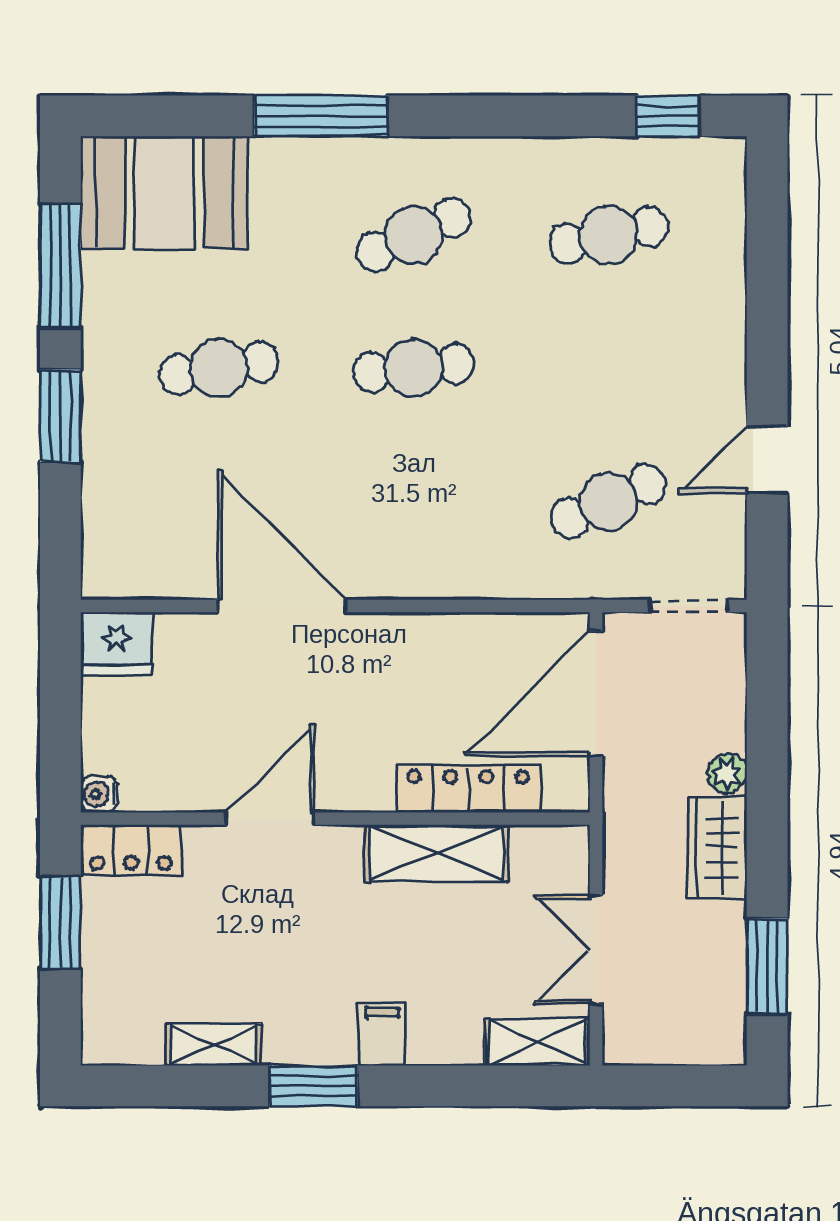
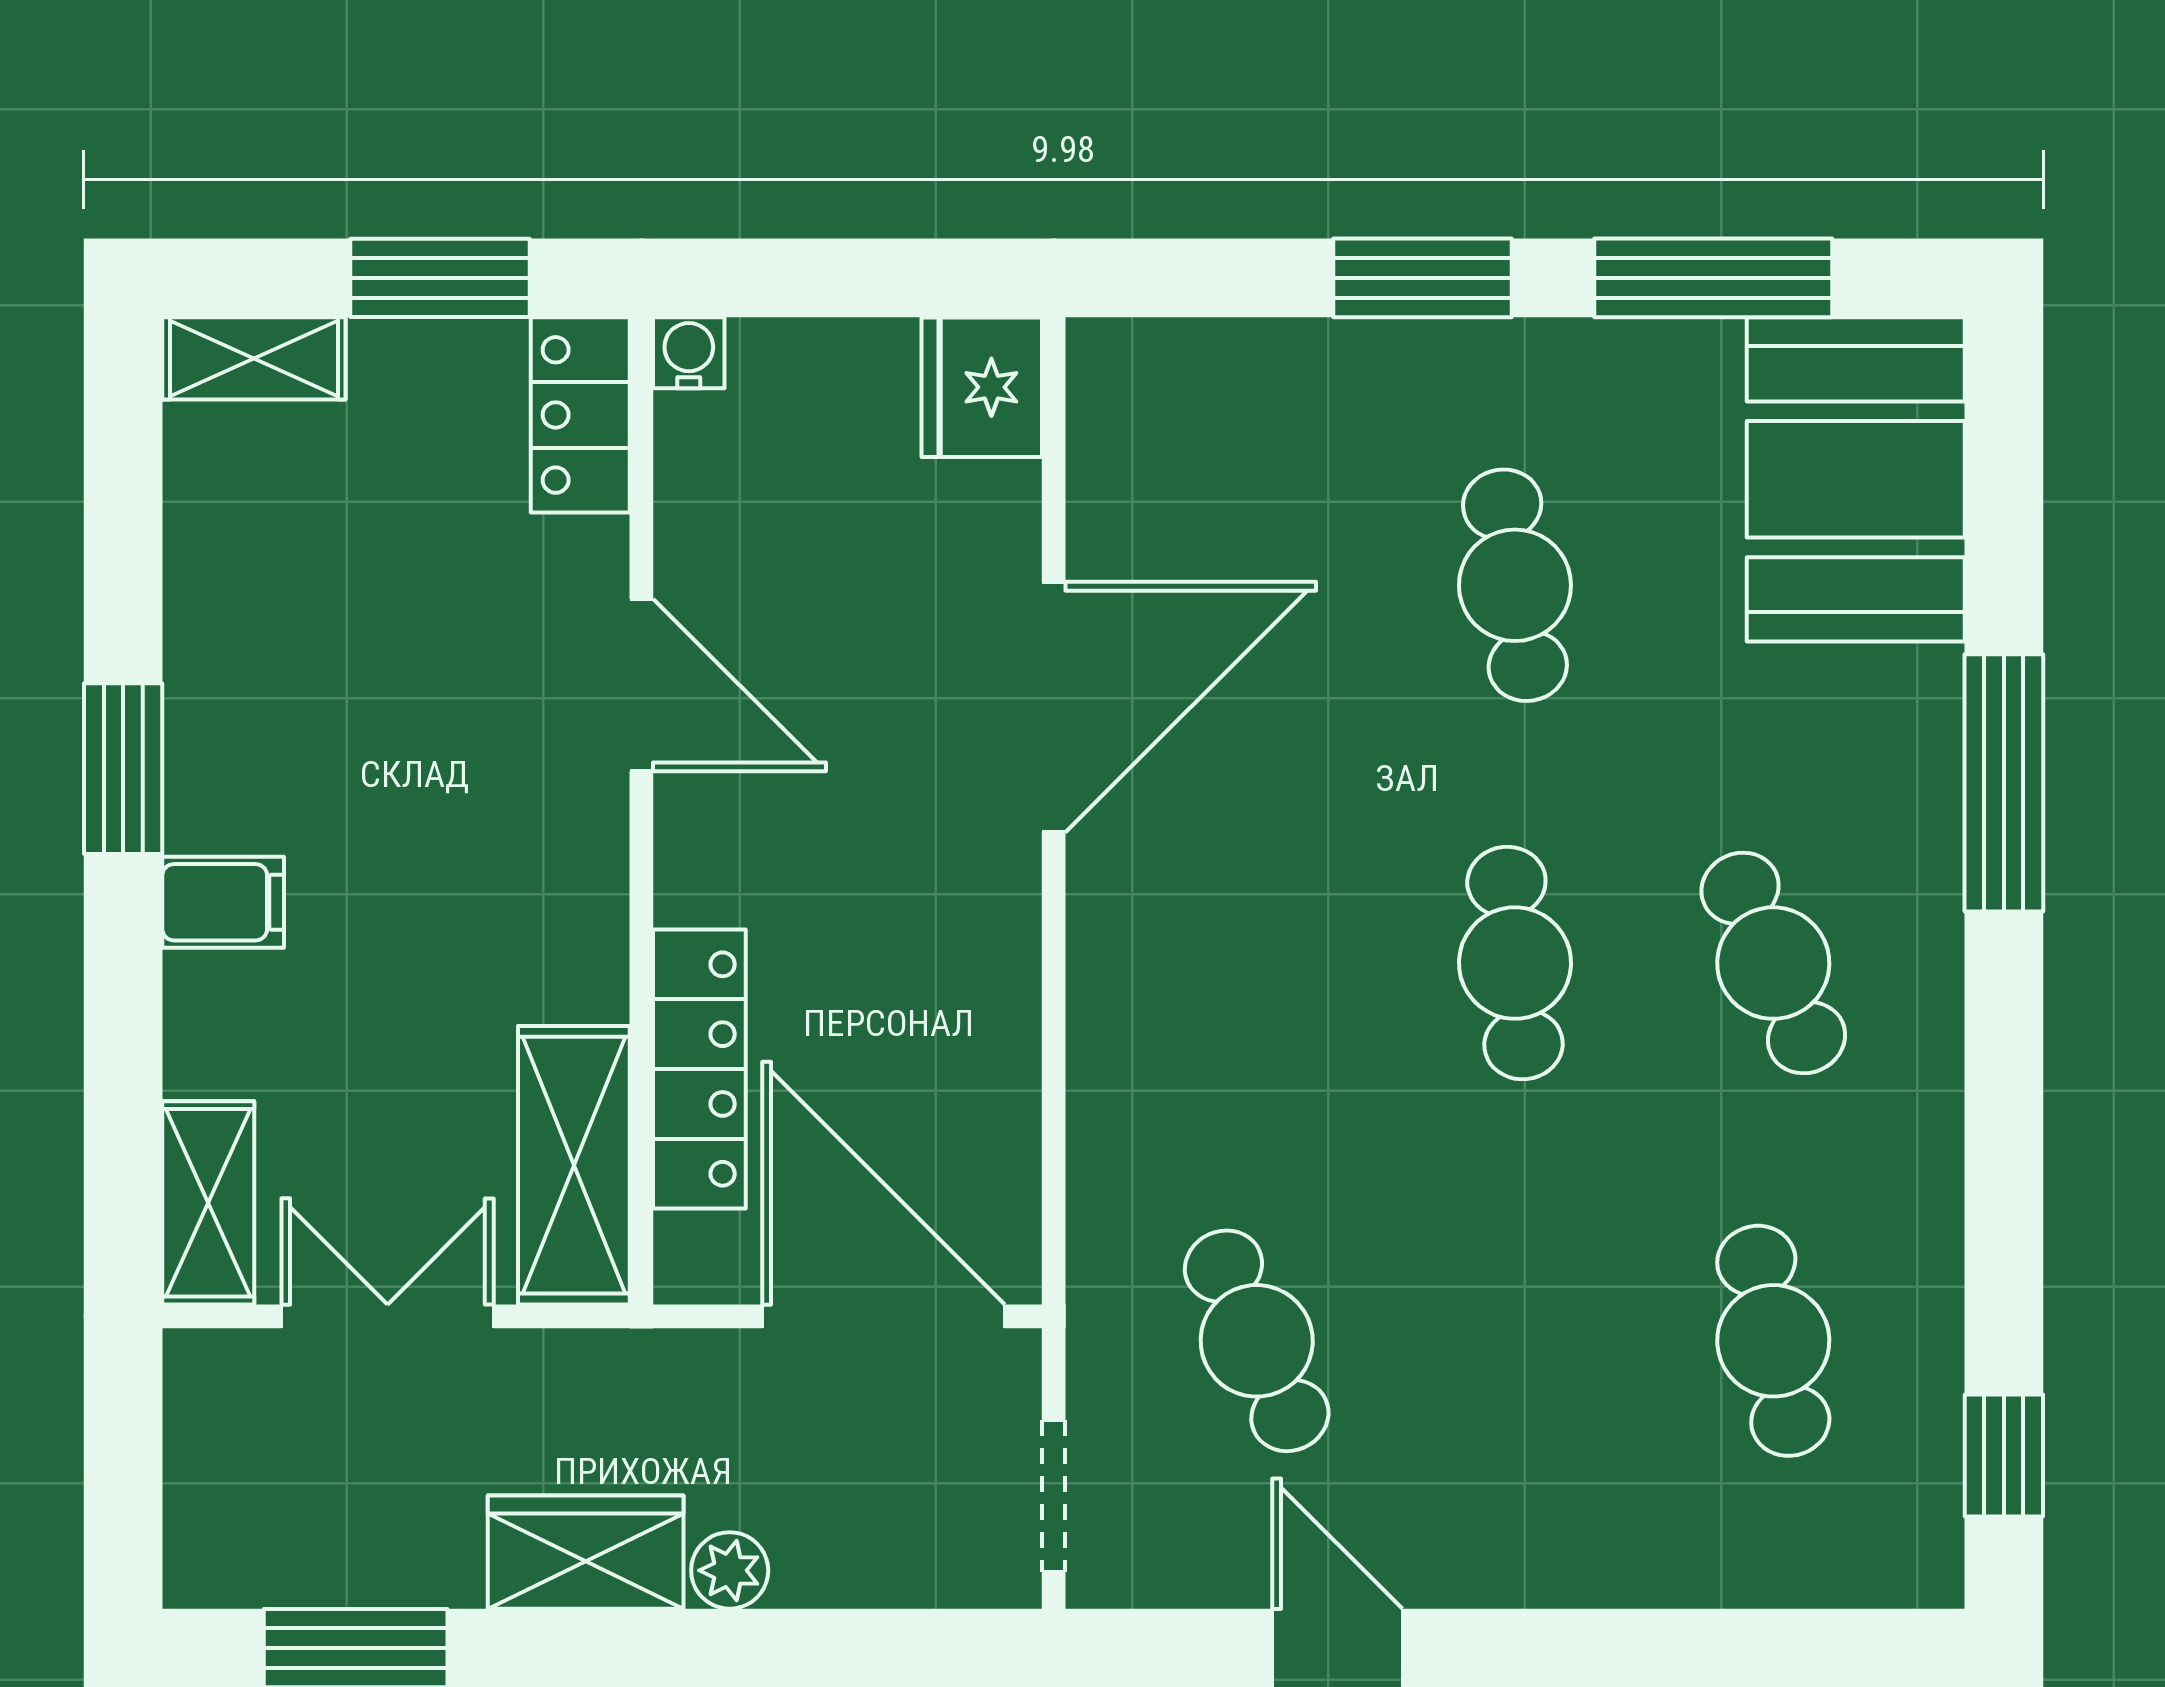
shelving: (436, 853) -> (574, 1165), moved
shelving: (214, 1044) -> (254, 358), moved, turned 90

